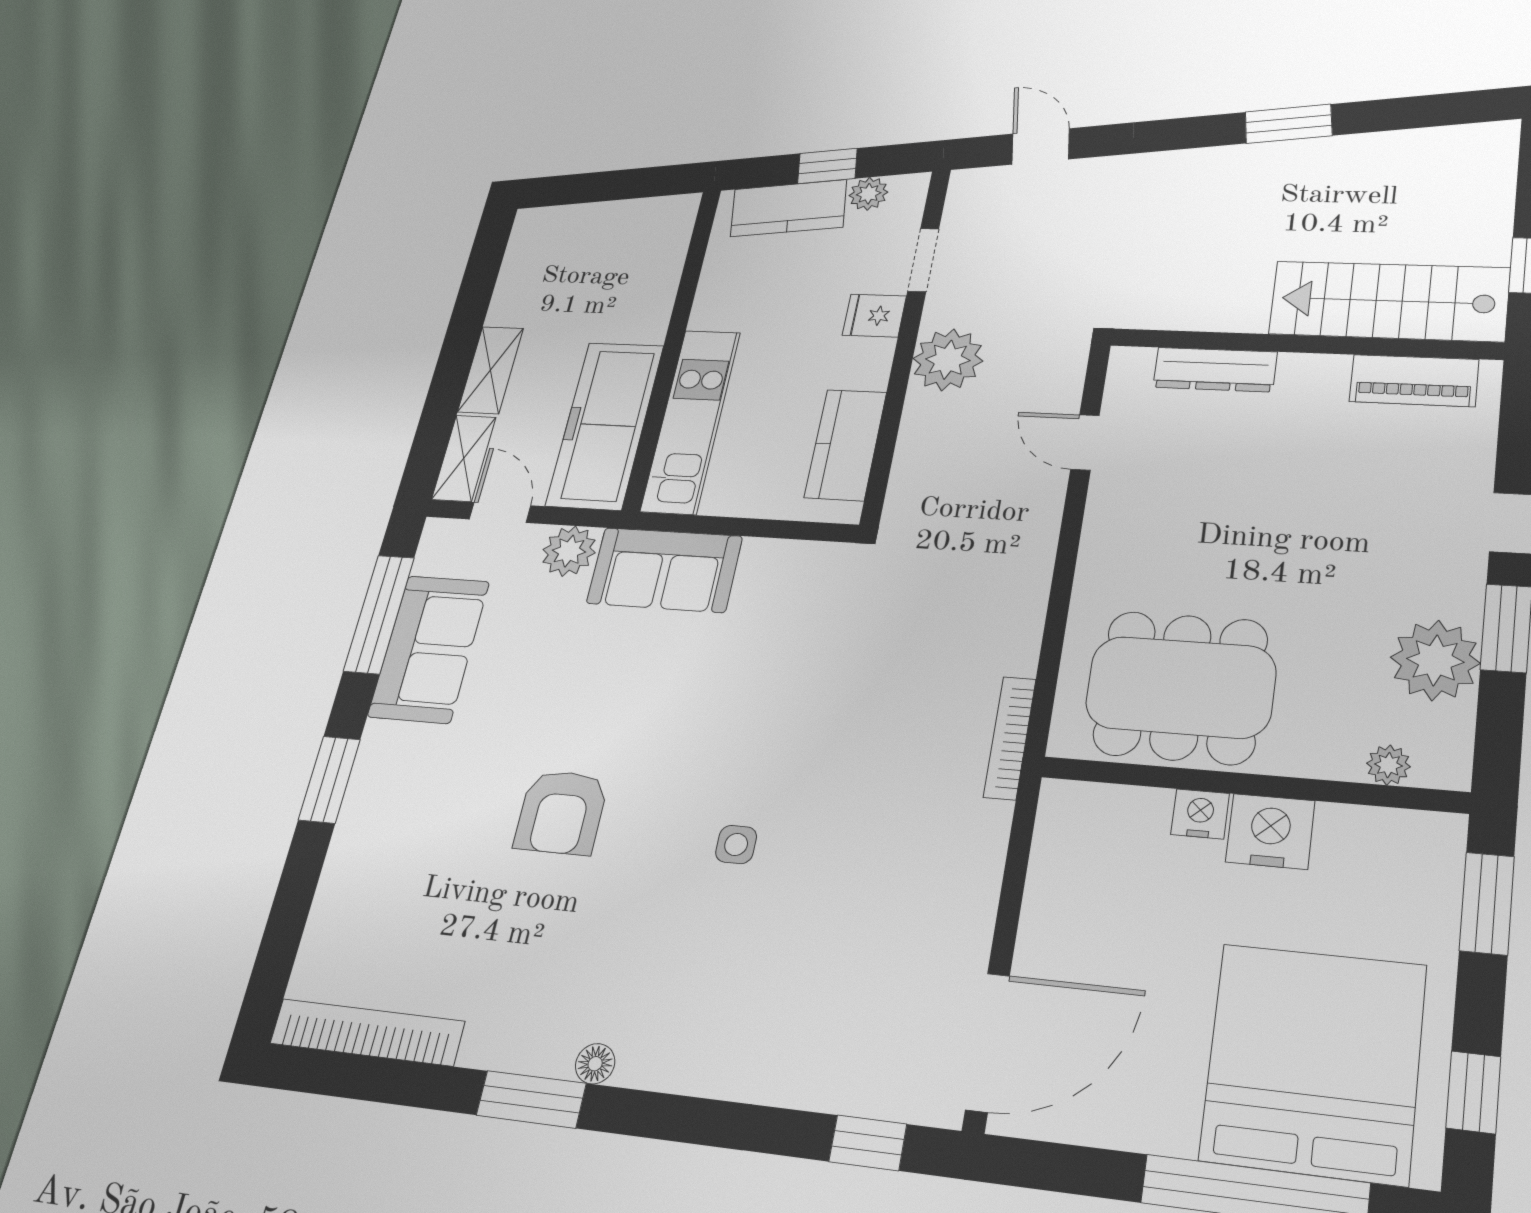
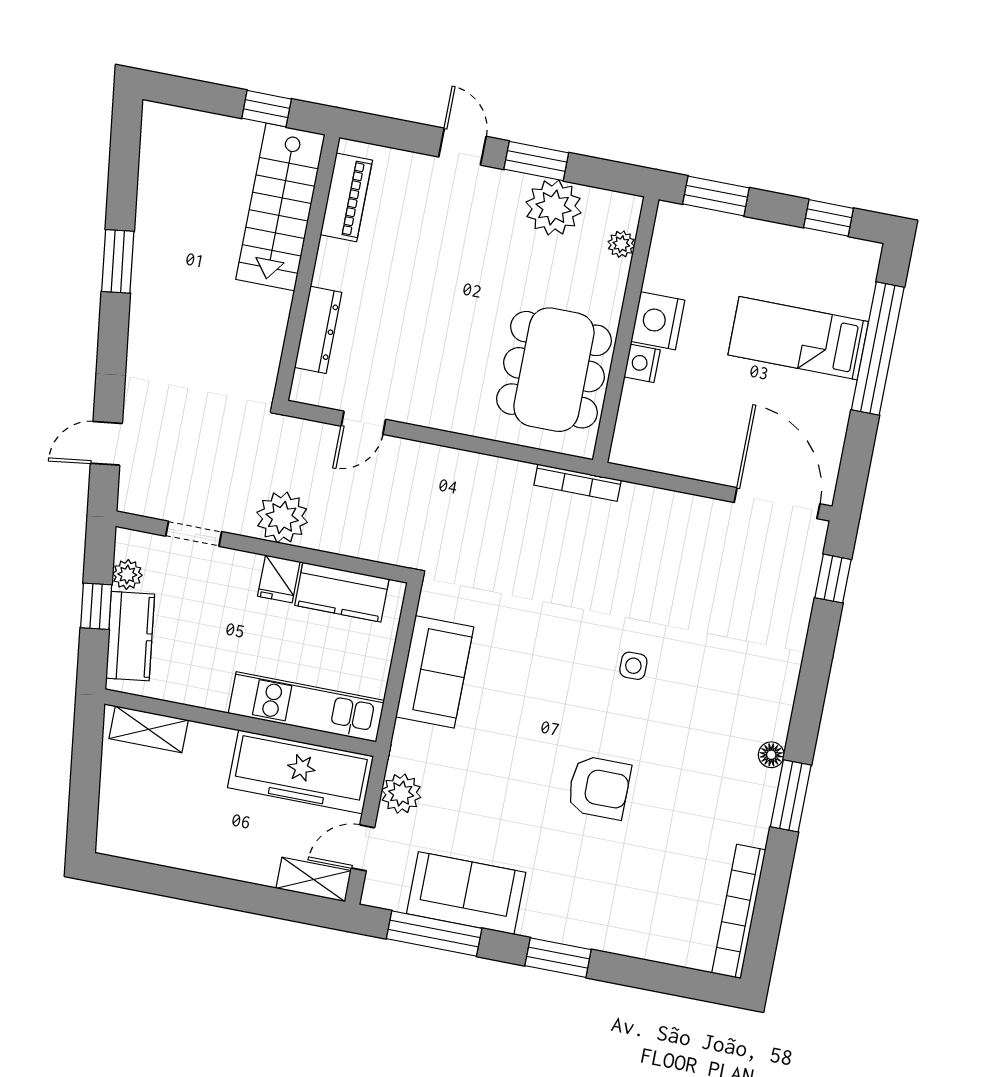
fridge: (874, 316) -> (279, 579), moved
shelving: (491, 370) -> (149, 729), moved
sofa: (664, 570) -> (435, 672), moved
bed: (1313, 1062) -> (798, 338), width x0.49

